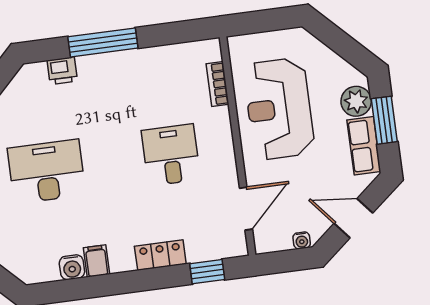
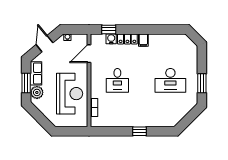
window: (103, 42) -> (140, 131), width x0.46
printer: (62, 71) -> (158, 122), removed
door: (353, 218) -> (44, 44), swing flipped
filing cabinet: (97, 261) -> (143, 40), moved
water cooler: (72, 267) -> (111, 39), moved

